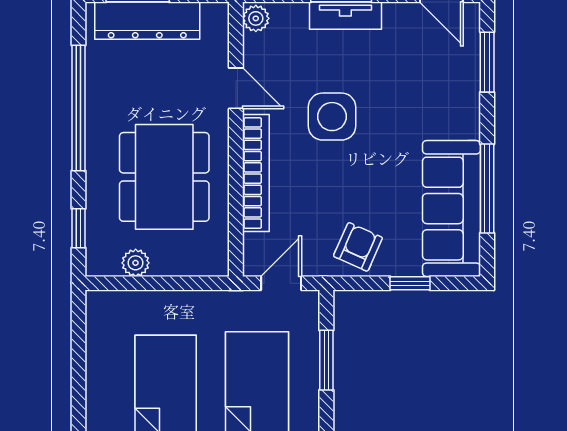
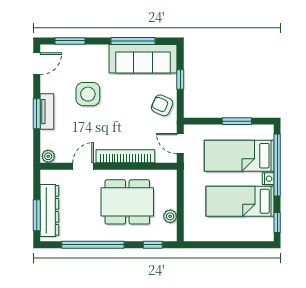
side table: (332, 117) -> (88, 94), moved
window: (326, 360) -> (237, 121), moved

